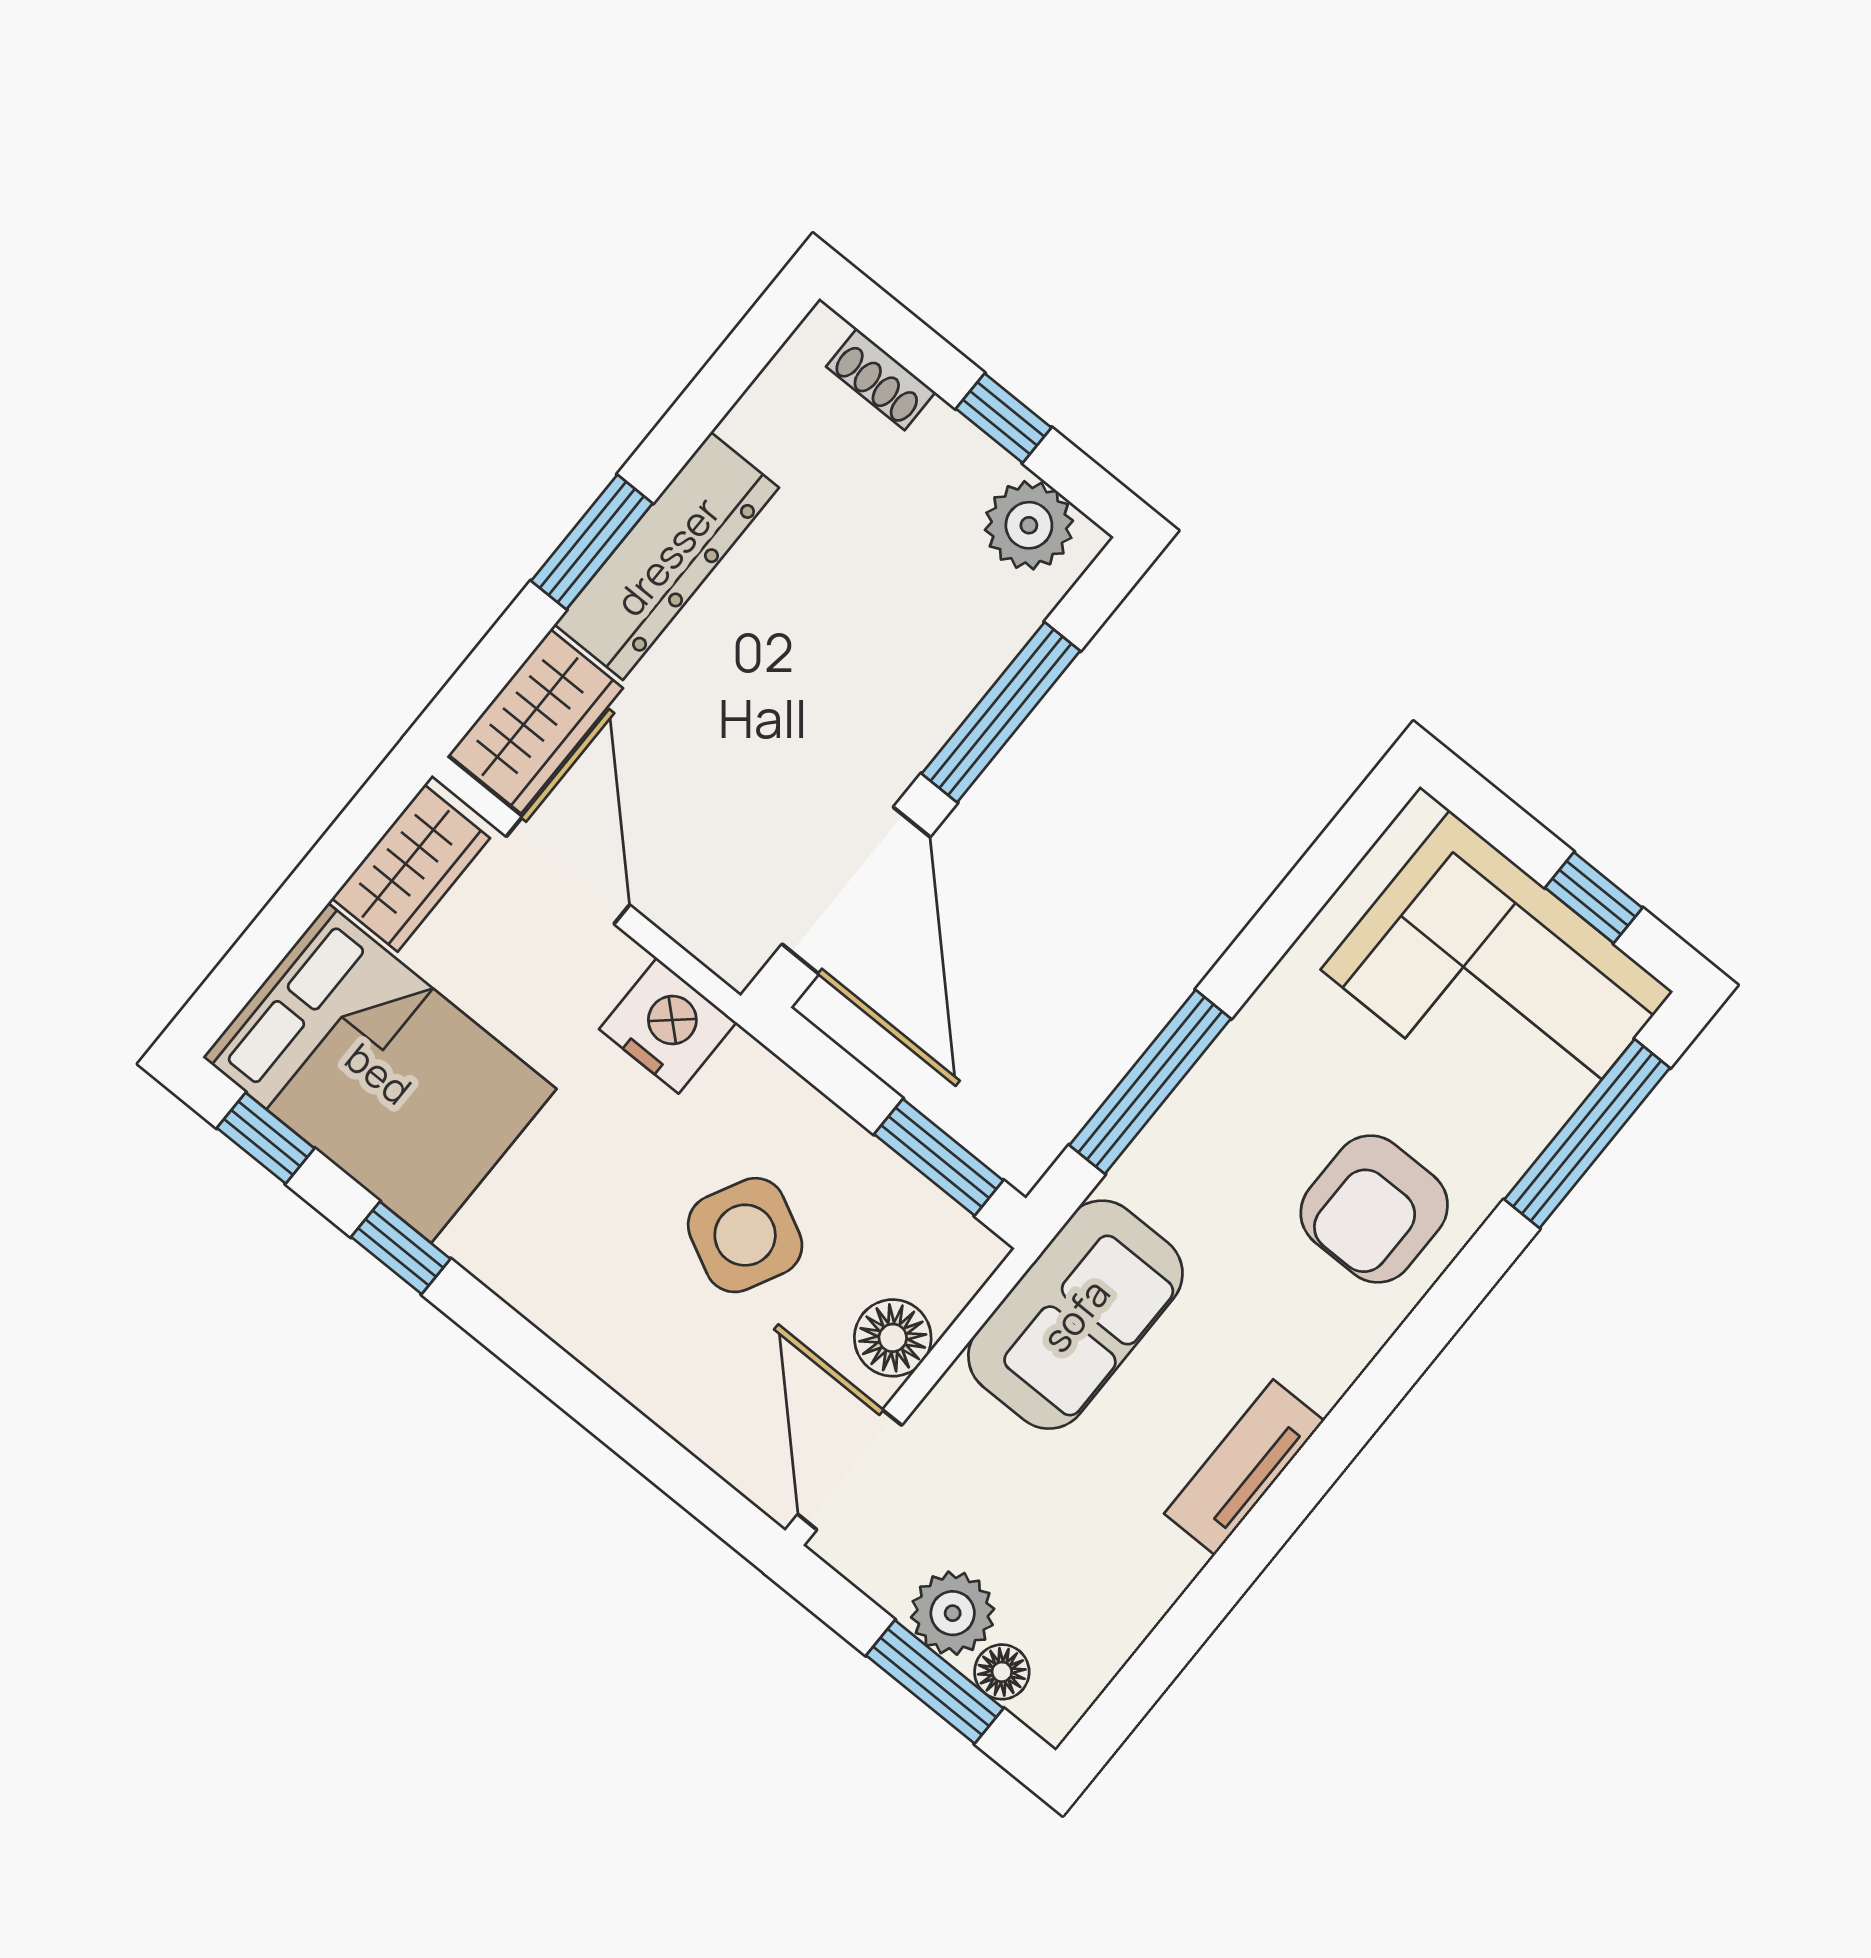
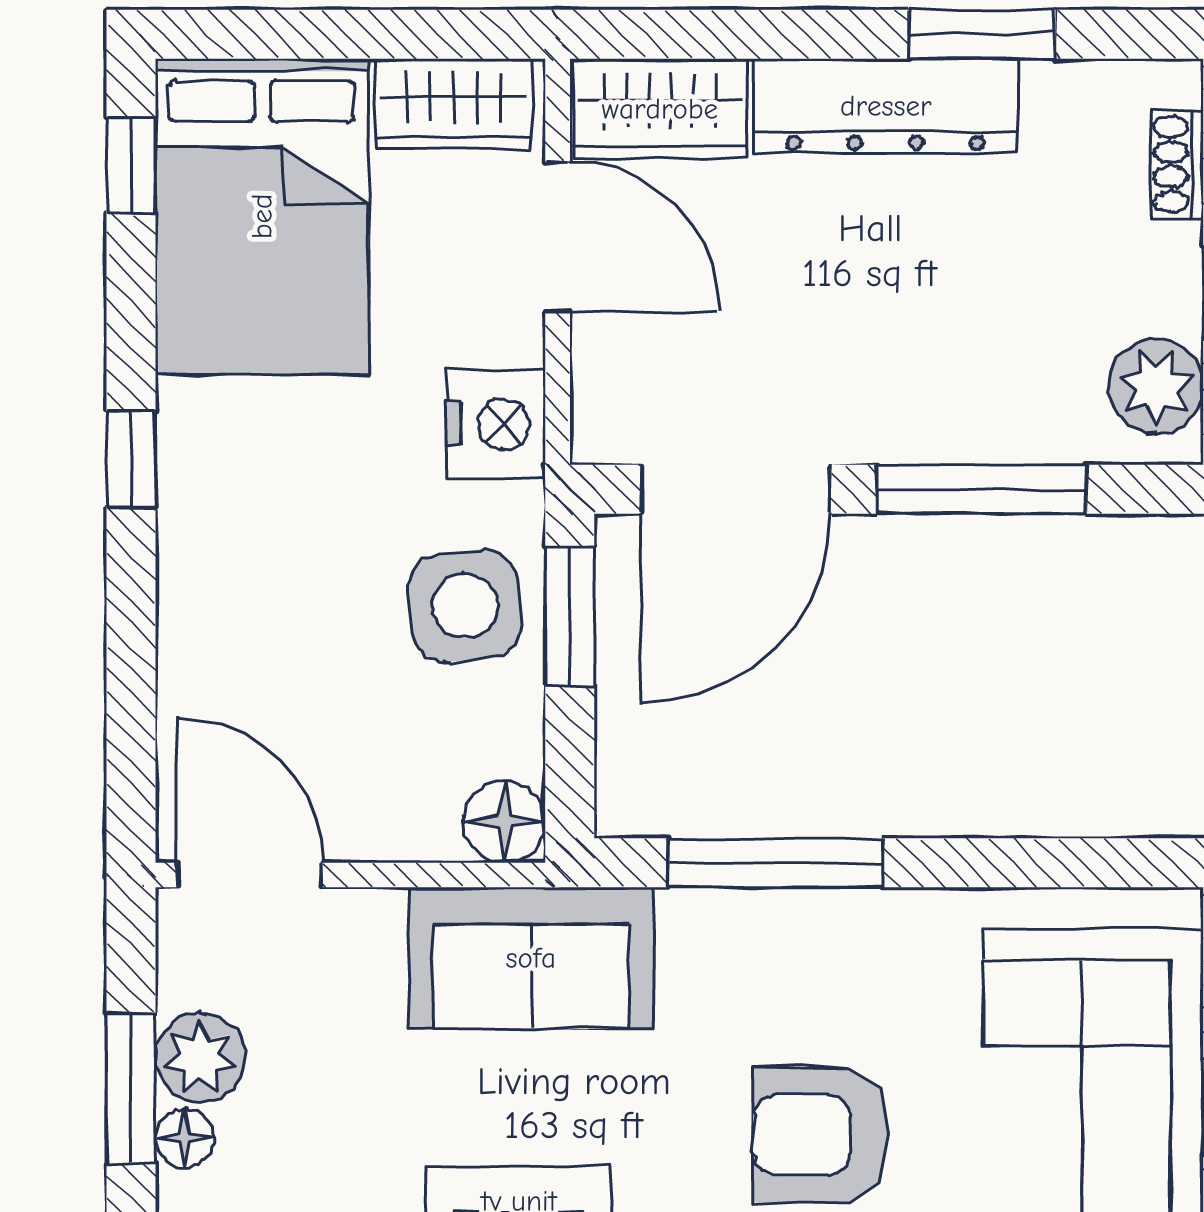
window: (592, 542) -> (982, 34), moved
door: (568, 871) -> (558, 236), hinge flipped
window: (939, 1157) -> (570, 616), moved
side table: (745, 1235) -> (465, 606), moved, turned -34
window: (401, 1248) -> (131, 459), moved
floor lamp: (893, 1338) -> (504, 822), moved
door: (850, 1470) -> (250, 875), hinge flipped

